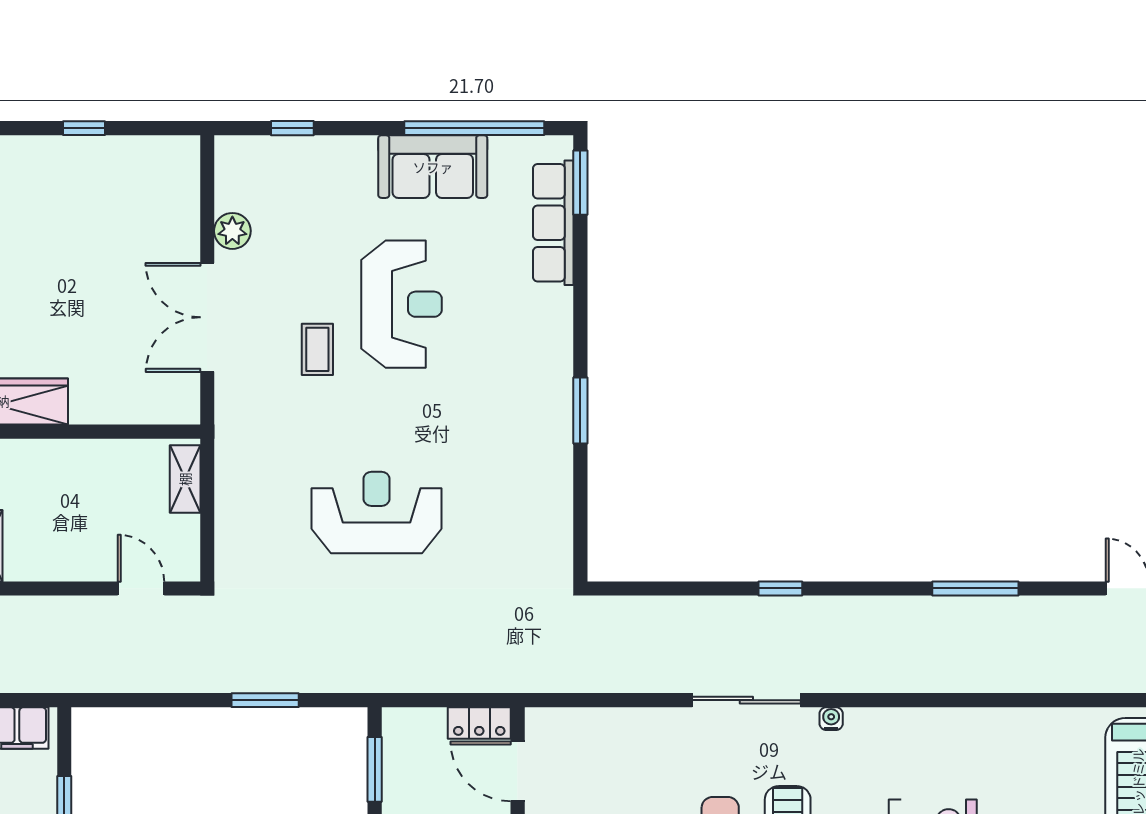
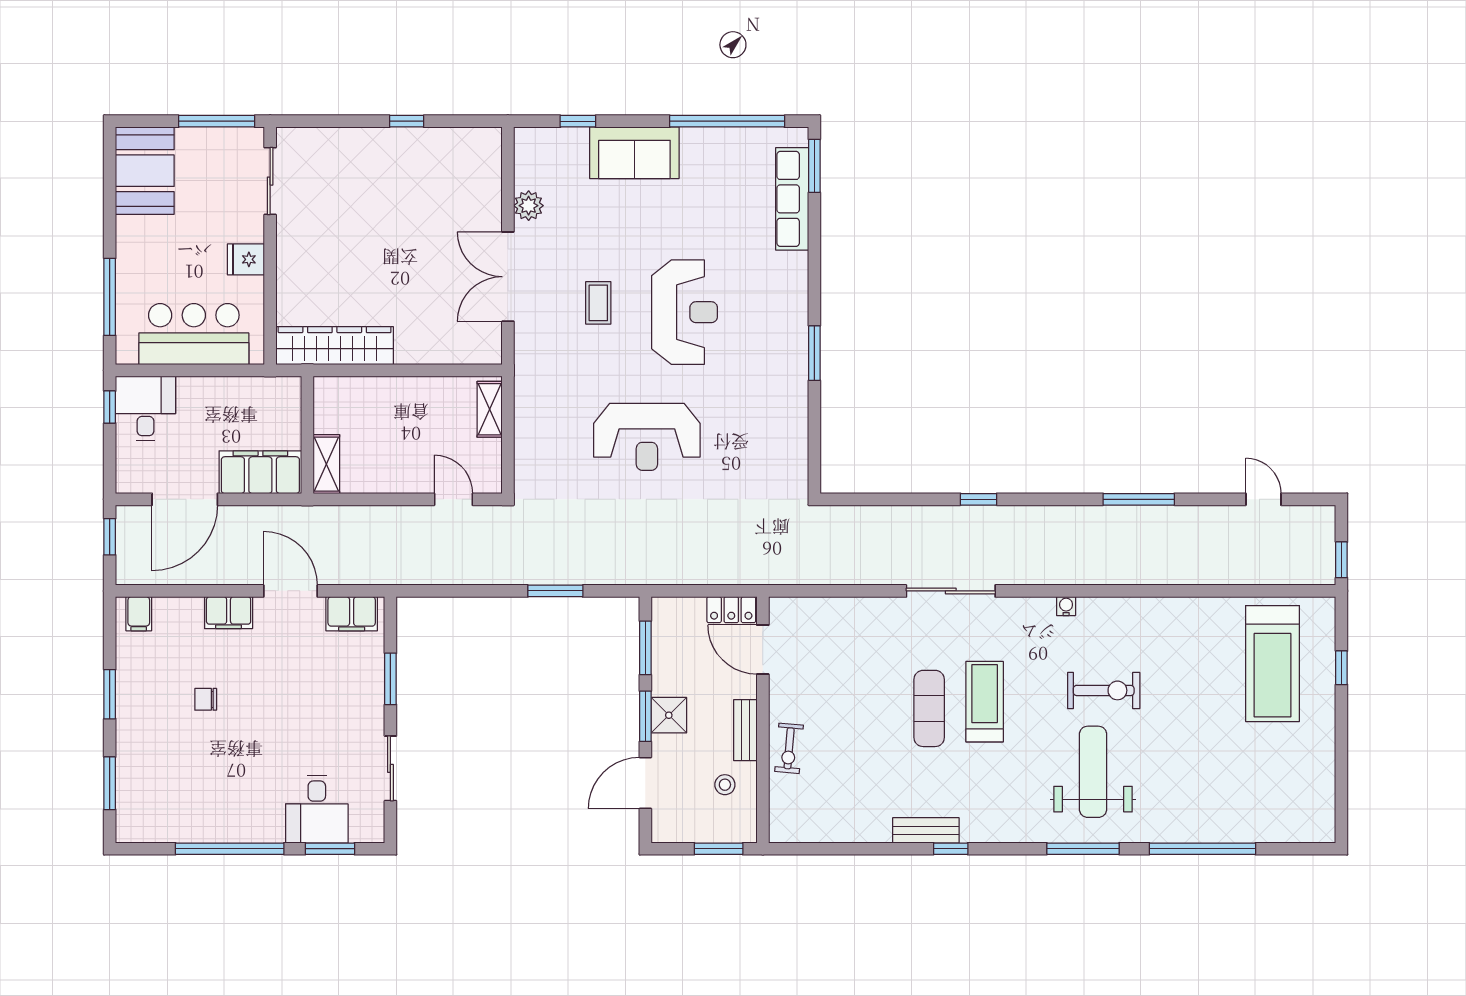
sofa: (433, 167) -> (634, 153), moved
reception desk: (402, 304) -> (685, 312), moved
reception desk: (377, 513) -> (647, 437), turned 180
water cooler: (831, 719) -> (1066, 606), moved

